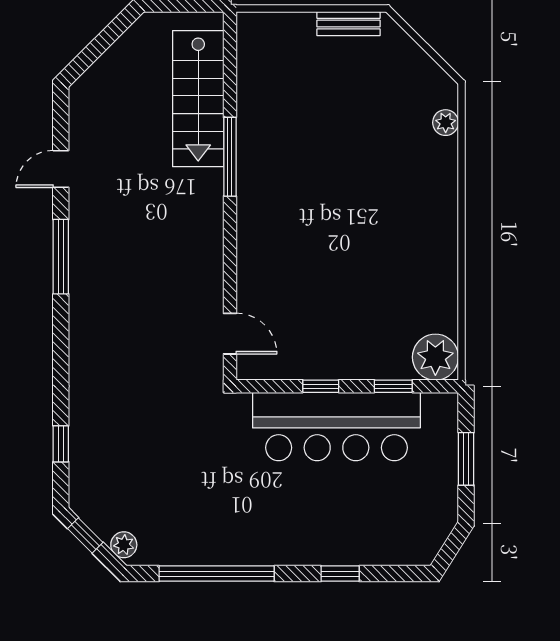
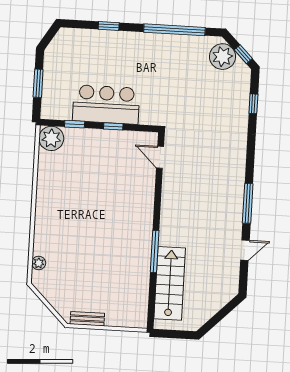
bar counter: (336, 427) -> (106, 104), width x0.73
plant: (124, 545) -> (223, 57), width x1.88, depth x1.88

